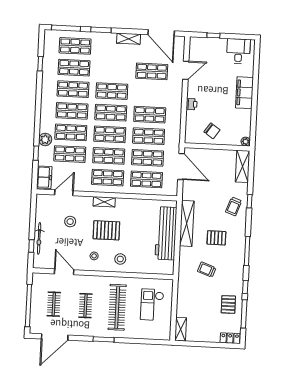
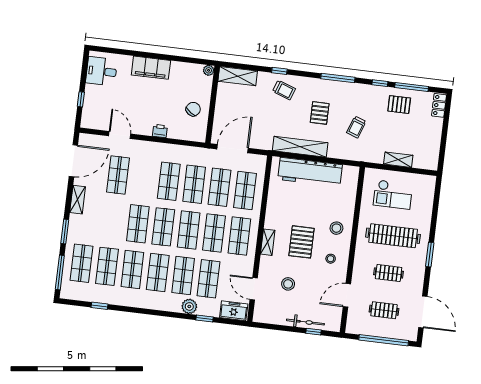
shelving: (181, 329) -> (398, 160), moved

